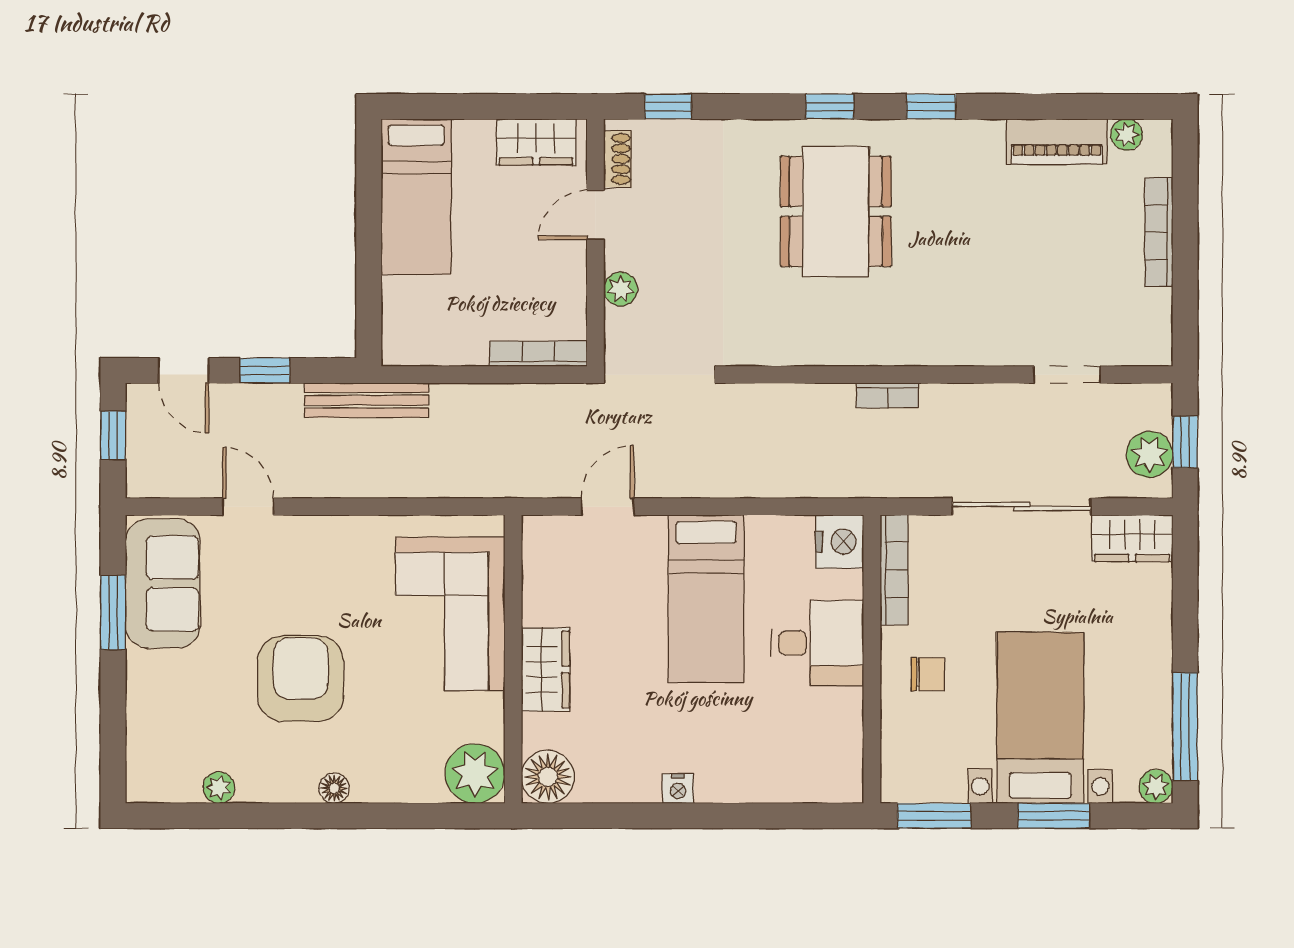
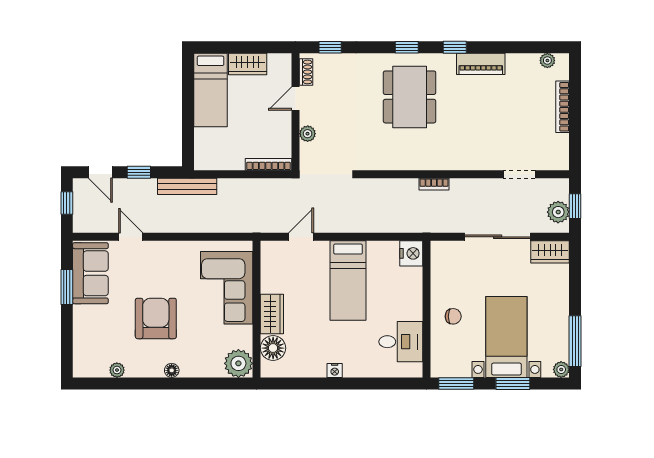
wardrobe: (536, 142) -> (248, 64), moved
piano: (1057, 142) -> (481, 64), moved
bookcase: (894, 570) -> (437, 267), removed
desk: (817, 643) -> (401, 342), moved
floor lamp: (548, 777) -> (273, 348), moved

